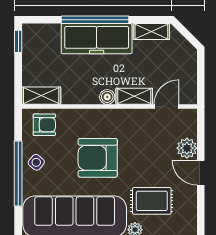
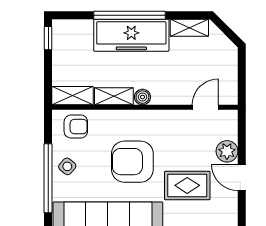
shelving: (134, 96) -> (114, 96), moved
rug: (152, 201) -> (187, 185), moved

